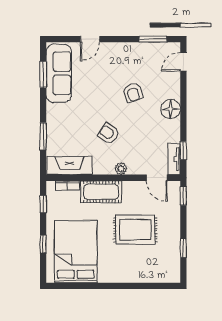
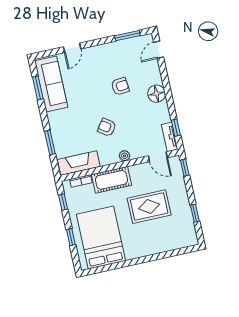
armchair: (133, 92) -> (120, 86), turned -79

